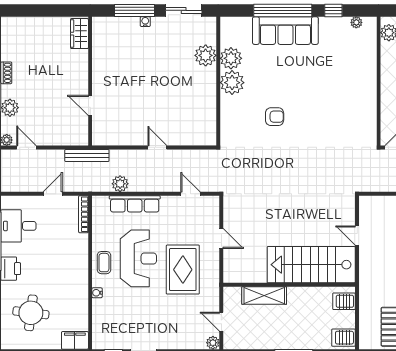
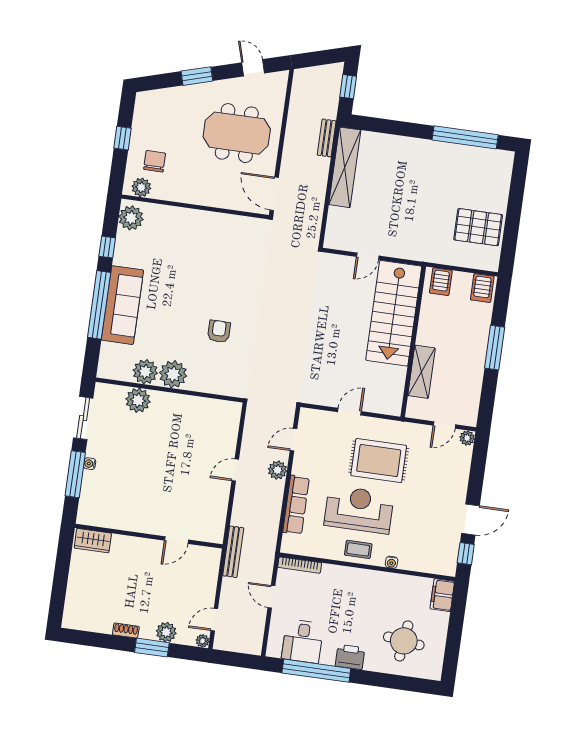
plant: (356, 22) -> (131, 218), width x1.87, depth x1.87
plant: (120, 184) -> (277, 470), moved

